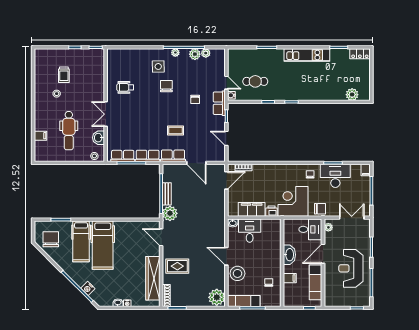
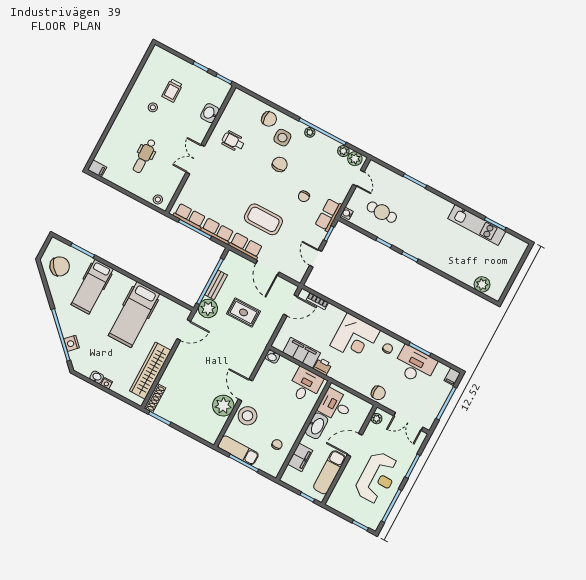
plant: (195, 54) -> (355, 159), moved
locker: (360, 54) -> (515, 244), removed
kitchen unit: (307, 55) -> (477, 225), moved
chair: (142, 58) -> (269, 119), added
door: (226, 83) -> (358, 178), moved
dental chair: (69, 131) -> (144, 156), width x0.73, depth x0.72
coffee table: (175, 131) -> (263, 219), width x1.86, depth x1.72
filing cabinet: (41, 136) -> (97, 169), moved
washbasin: (98, 138) -> (210, 113), moved
corner desk: (293, 201) -> (355, 338), moved, turned 180
double door: (352, 218) -> (408, 421), swing flipped
desk: (310, 229) -> (335, 405), moved, turned 180
desk: (250, 231) -> (305, 385), moved
door: (161, 237) -> (184, 330), swing flipped
chair: (51, 239) -> (60, 266), turned 50
hospital bed: (103, 245) -> (134, 315), moved
rug: (177, 266) -> (243, 312), moved
reception desk: (351, 268) -> (377, 478), turned 180
filing cabinet: (290, 278) -> (300, 457), width x2.00
plant: (217, 297) -> (223, 406), moved

